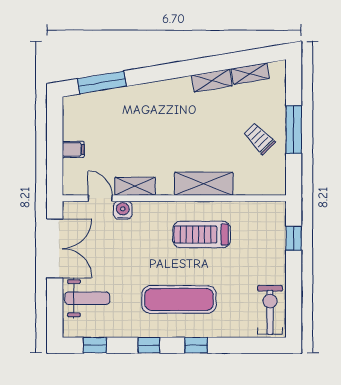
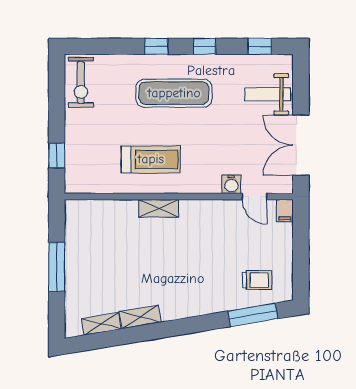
trolley: (259, 138) -> (257, 280), moved, turned -46
filing cabinet: (73, 149) -> (285, 211), moved, turned -90
shelving: (204, 184) -> (159, 208), width x0.67, depth x0.75
shelving: (135, 186) -> (219, 209), removed

